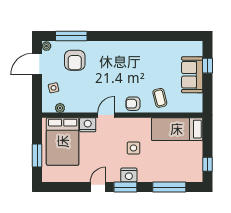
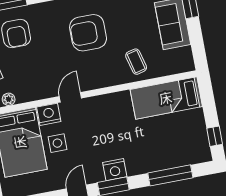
armchair: (133, 104) -> (88, 33), moved, width x1.88, depth x1.88
side table: (133, 148) -> (57, 143), moved

